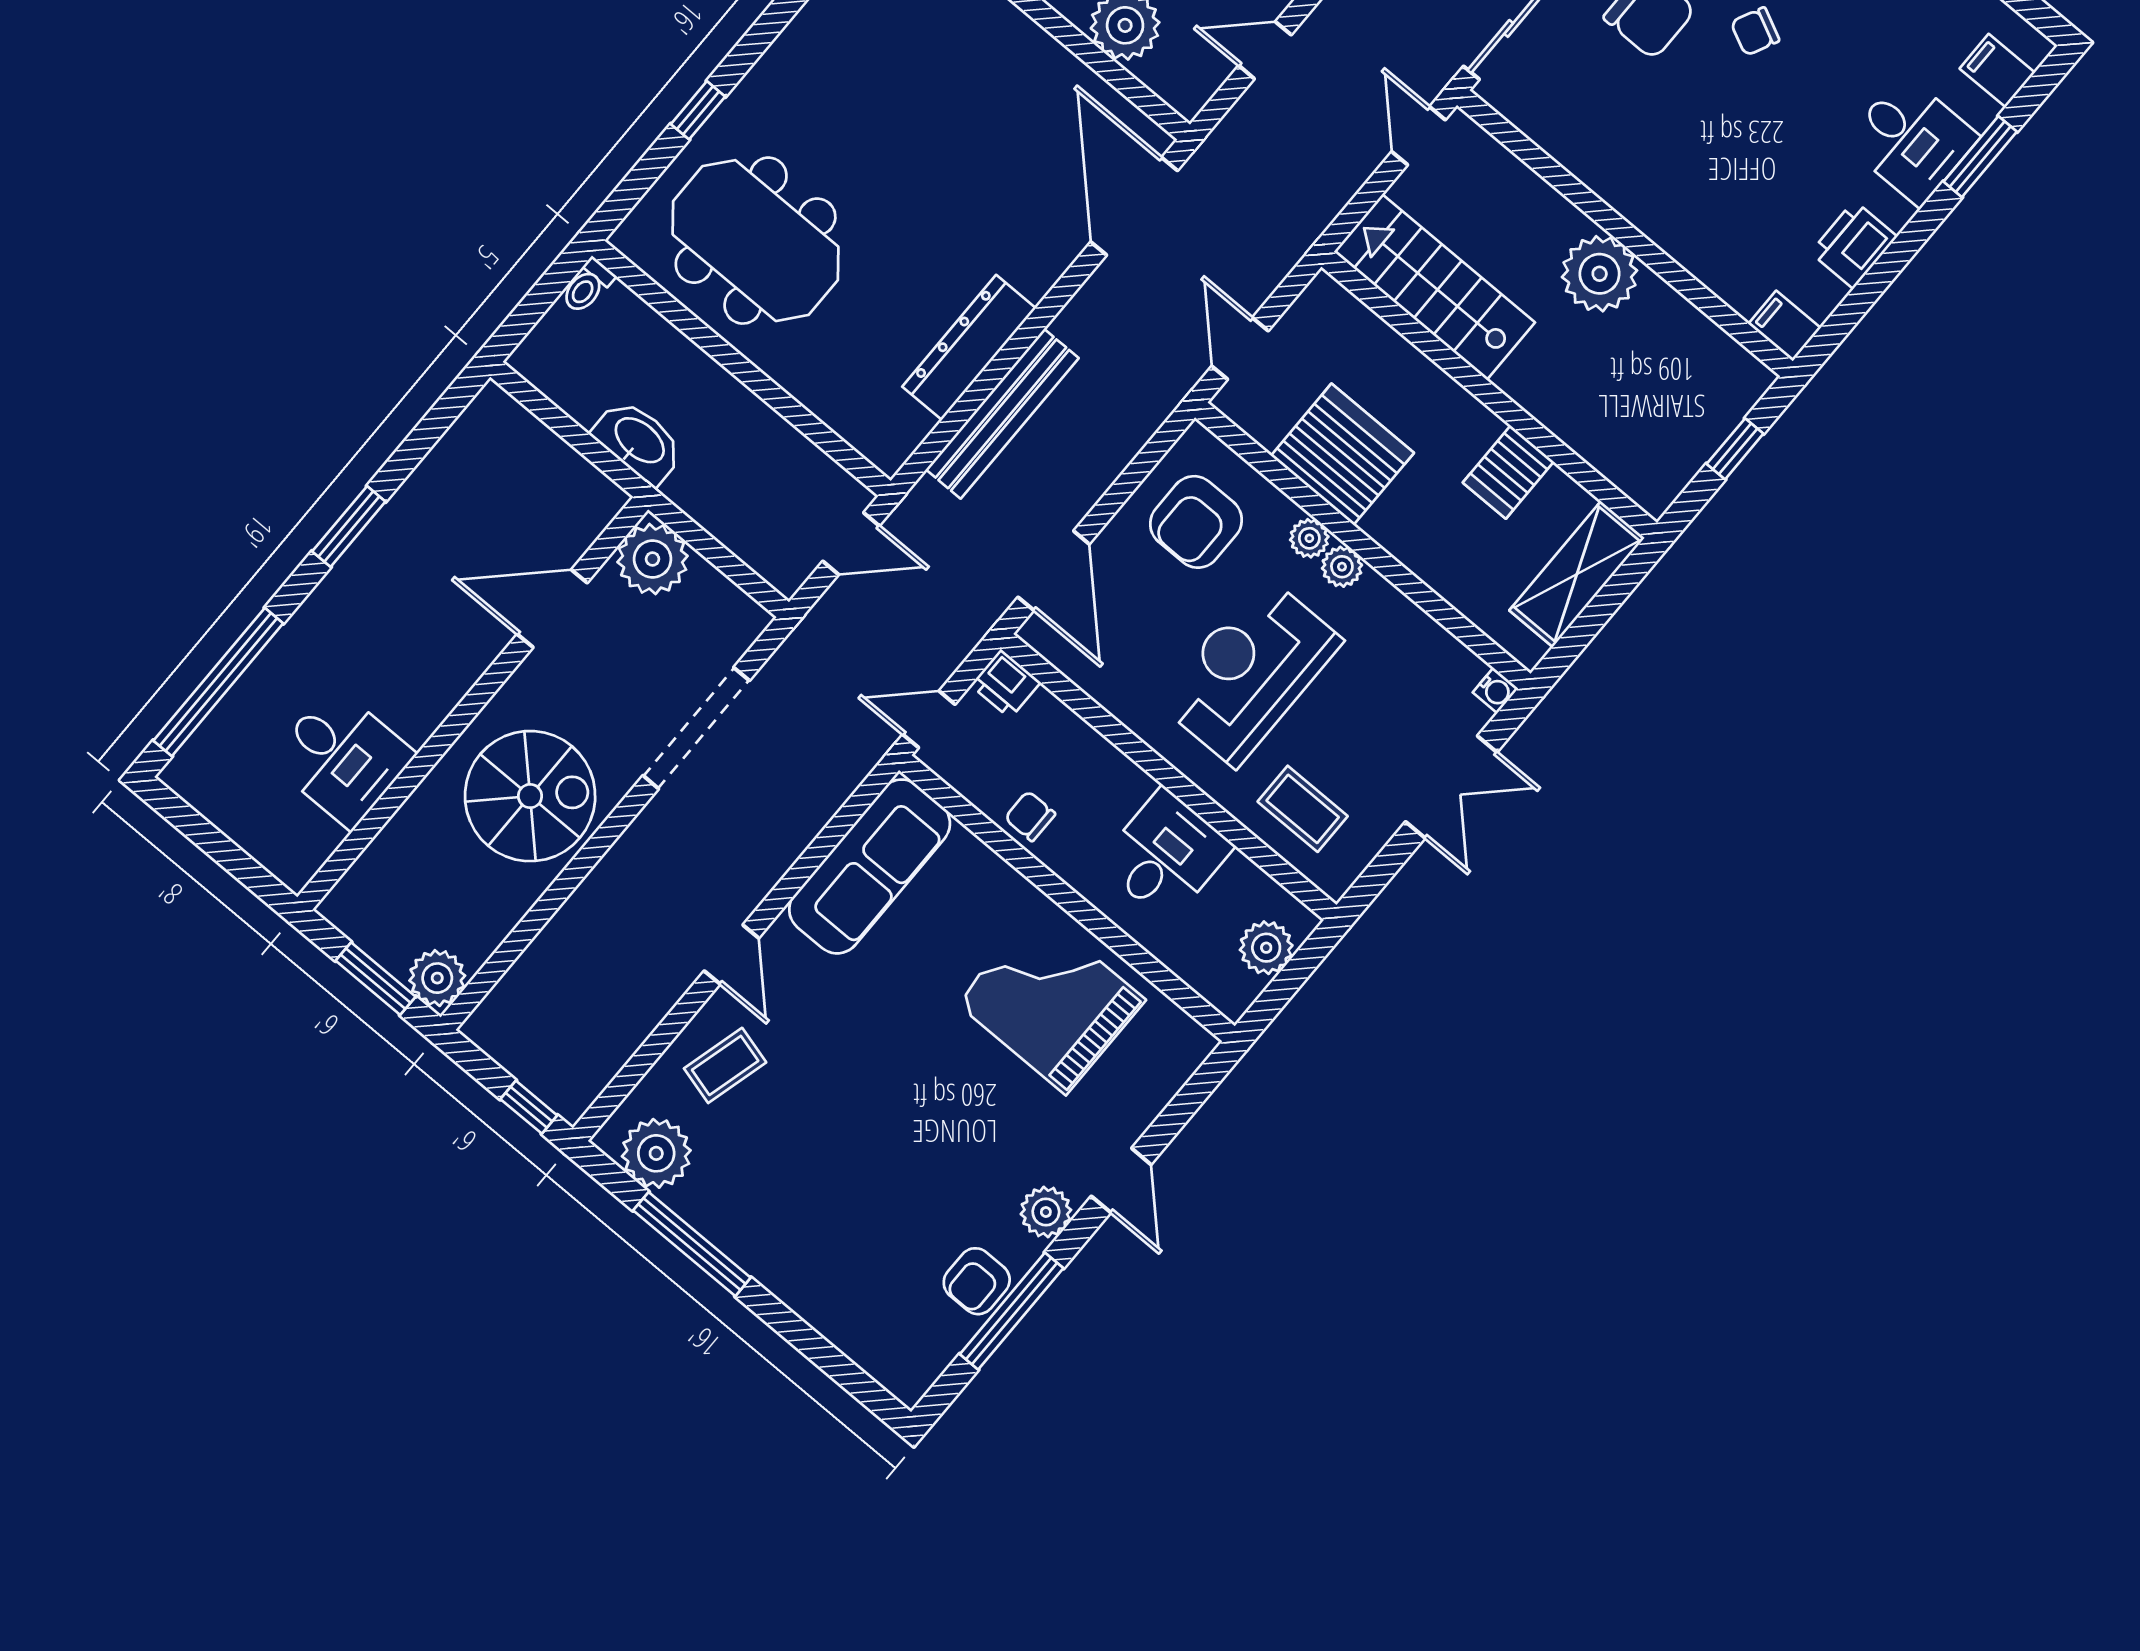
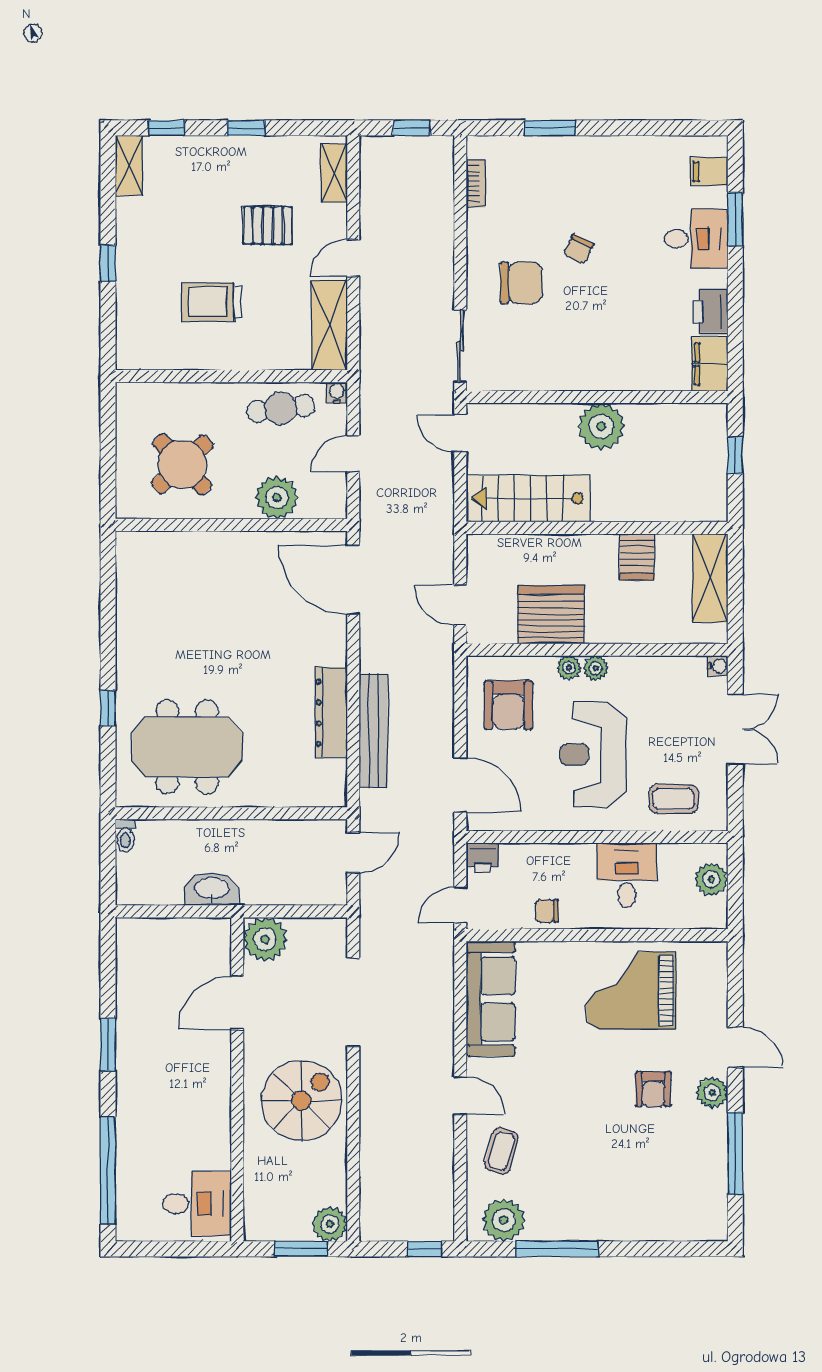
filing cabinet: (1784, 326) -> (710, 364), width x2.00
desk: (342, 758) -> (197, 1204), moved
armchair: (977, 1281) -> (653, 1089), moved

